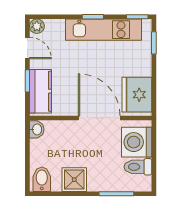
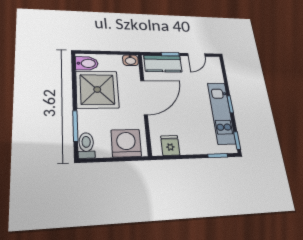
plant: (37, 26) -> (215, 62), removed
fridge: (137, 95) -> (170, 145), width x0.53, depth x0.75
door: (99, 118) -> (144, 97), moved
toilet: (138, 167) -> (86, 145), moved
shower: (74, 180) -> (97, 89), width x1.86, depth x1.86

